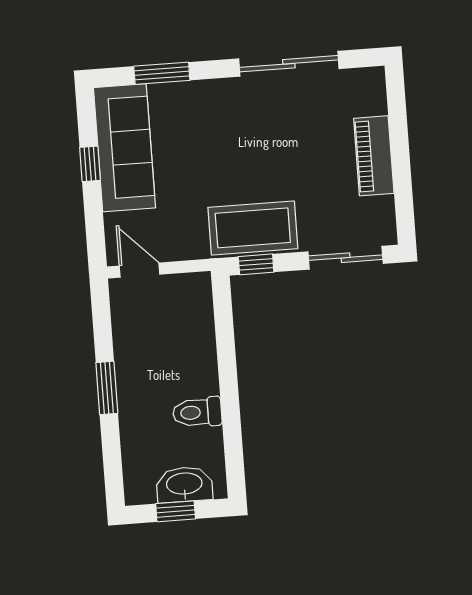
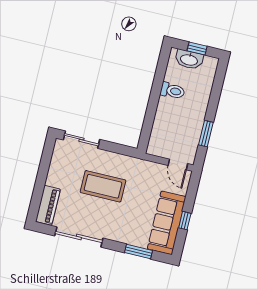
piano: (374, 156) -> (48, 205), moved
coffee table: (253, 228) -> (103, 186), moved
window: (256, 264) -> (124, 150), removed
window: (107, 388) -> (206, 134), moved

